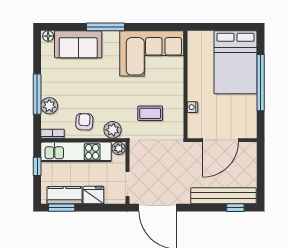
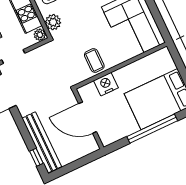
nightstand: (192, 107) -> (106, 84), width x1.89, depth x1.79
coffee table: (150, 113) -> (94, 60), moved

